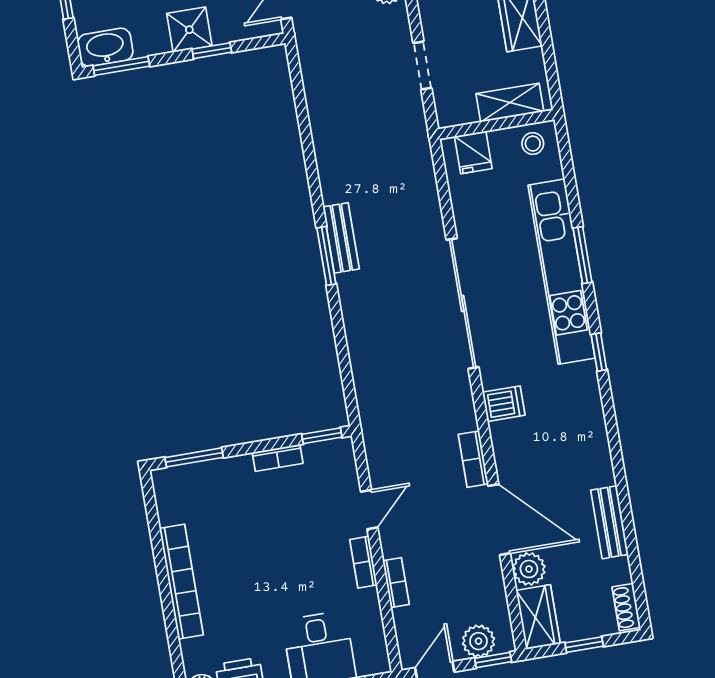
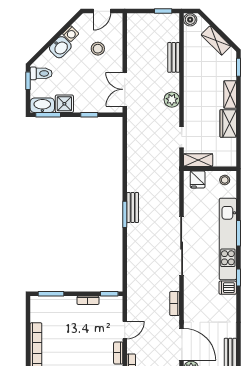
shower: (189, 30) -> (64, 104), moved
shelving: (510, 103) -> (198, 160), moved
dishwasher: (504, 404) -> (228, 288), moved, turned 180
bookcase: (473, 459) -> (175, 303), moved

